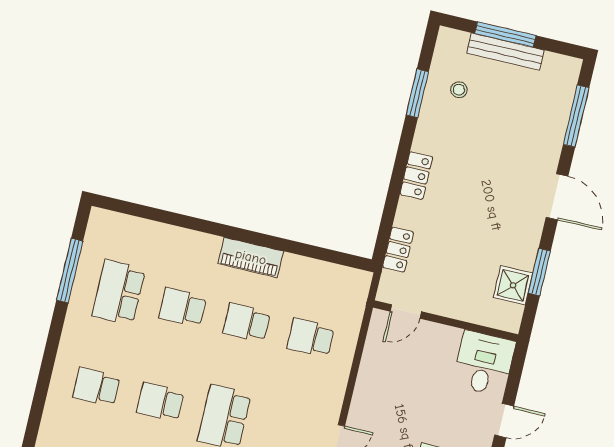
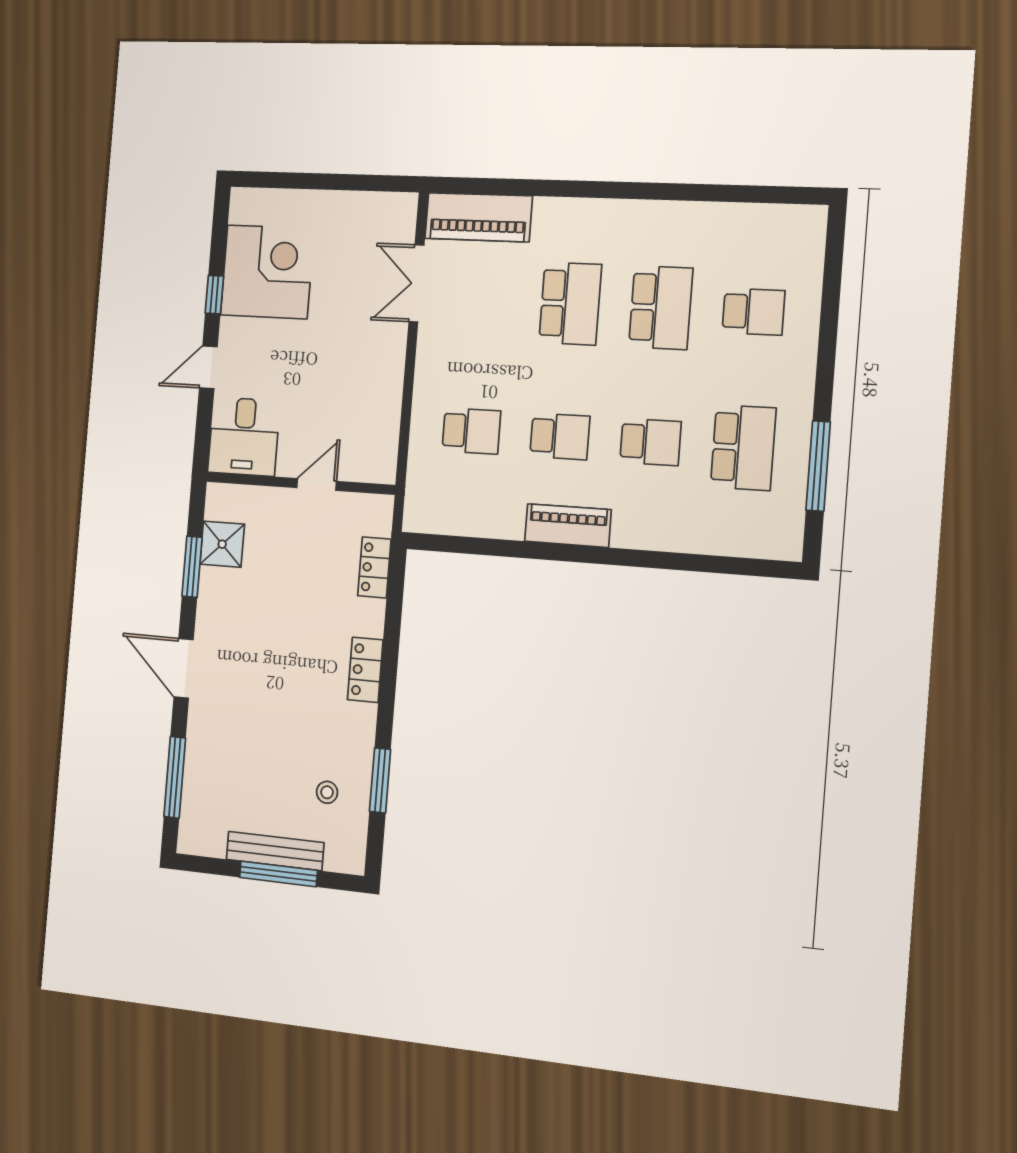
door: (406, 312) -> (317, 484), moved
school desk: (160, 402) -> (661, 308), width x1.85

